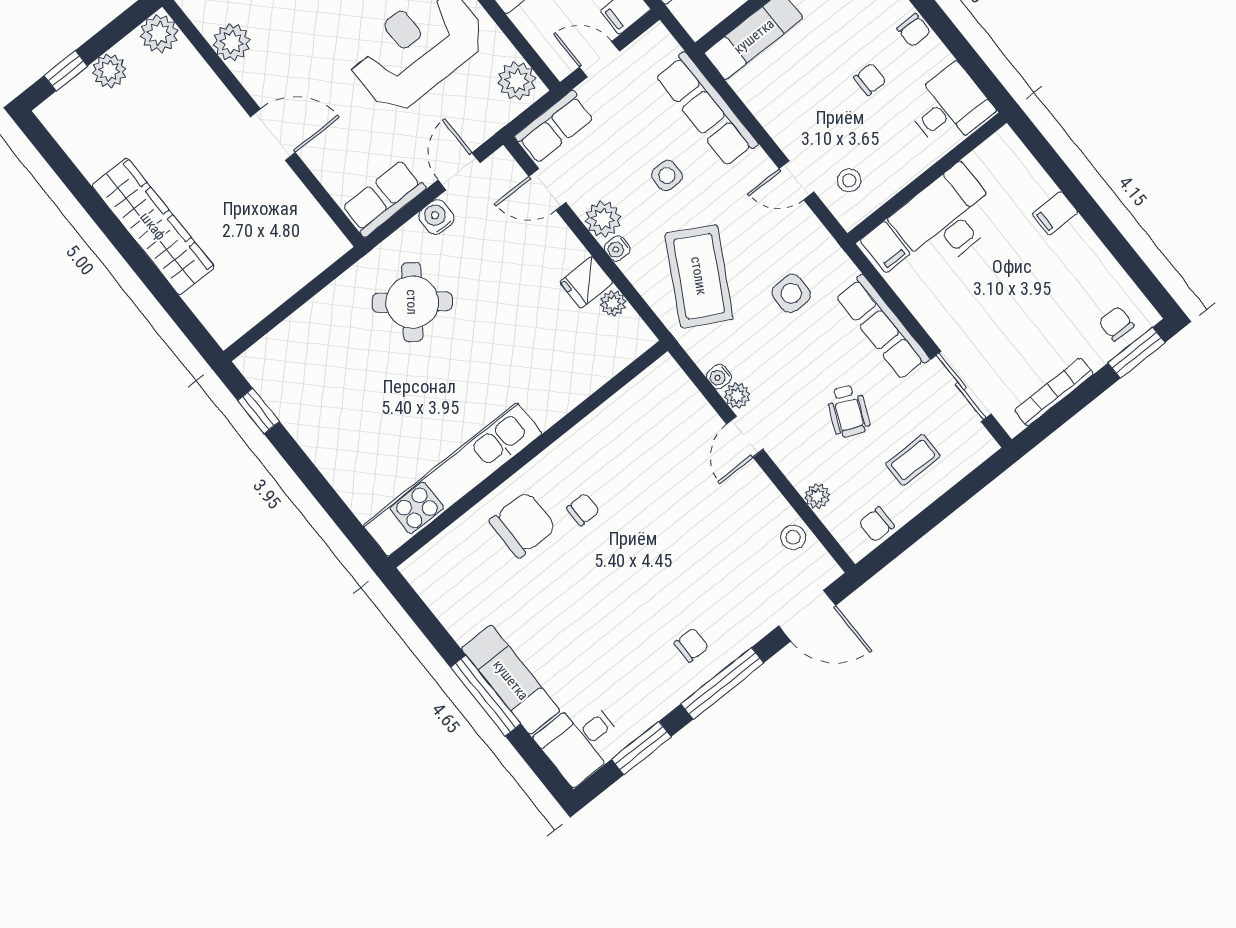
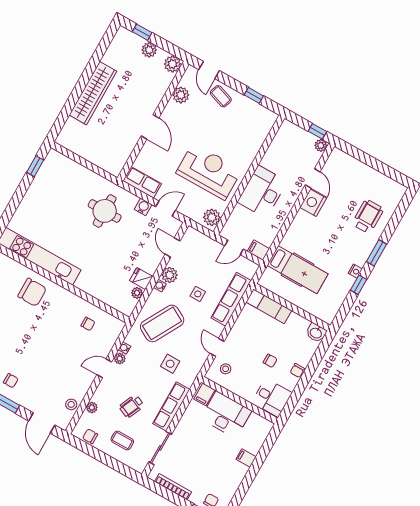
door: (599, 59) -> (234, 247), swing flipped
row of seats: (554, 127) -> (199, 240), removed
round table: (412, 302) -> (105, 211), turned -37
chair: (583, 510) -> (88, 324), moved

